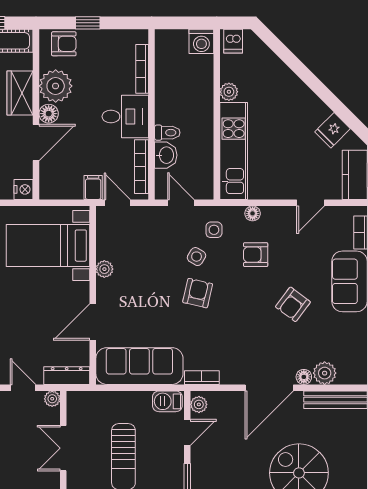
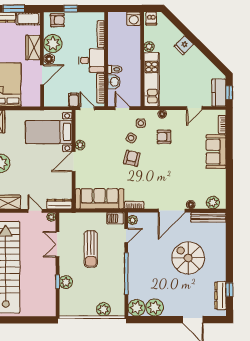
fridge: (332, 130) -> (184, 45), moved
nightstand: (23, 189) -> (35, 101), removed
armchair: (293, 304) -> (185, 164), removed
door: (93, 322) -> (74, 162), moved
plant: (325, 373) -> (213, 202), moved

